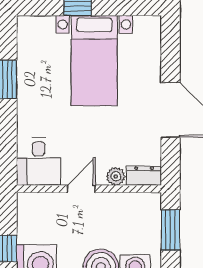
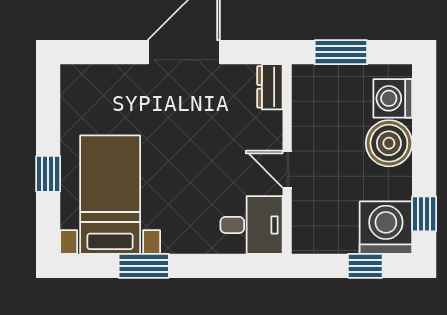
bed with nightstands: (94, 61) -> (110, 195), moved, turned -90
plant: (116, 176) -> (271, 124), removed

